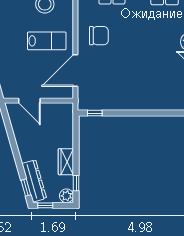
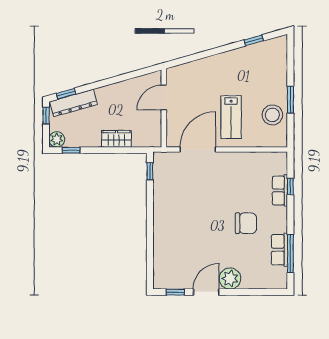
chair: (99, 36) -> (246, 223), moved, turned -90
door: (75, 70) -> (198, 149), hinge flipped
wardrobe: (66, 162) -> (116, 139), moved

